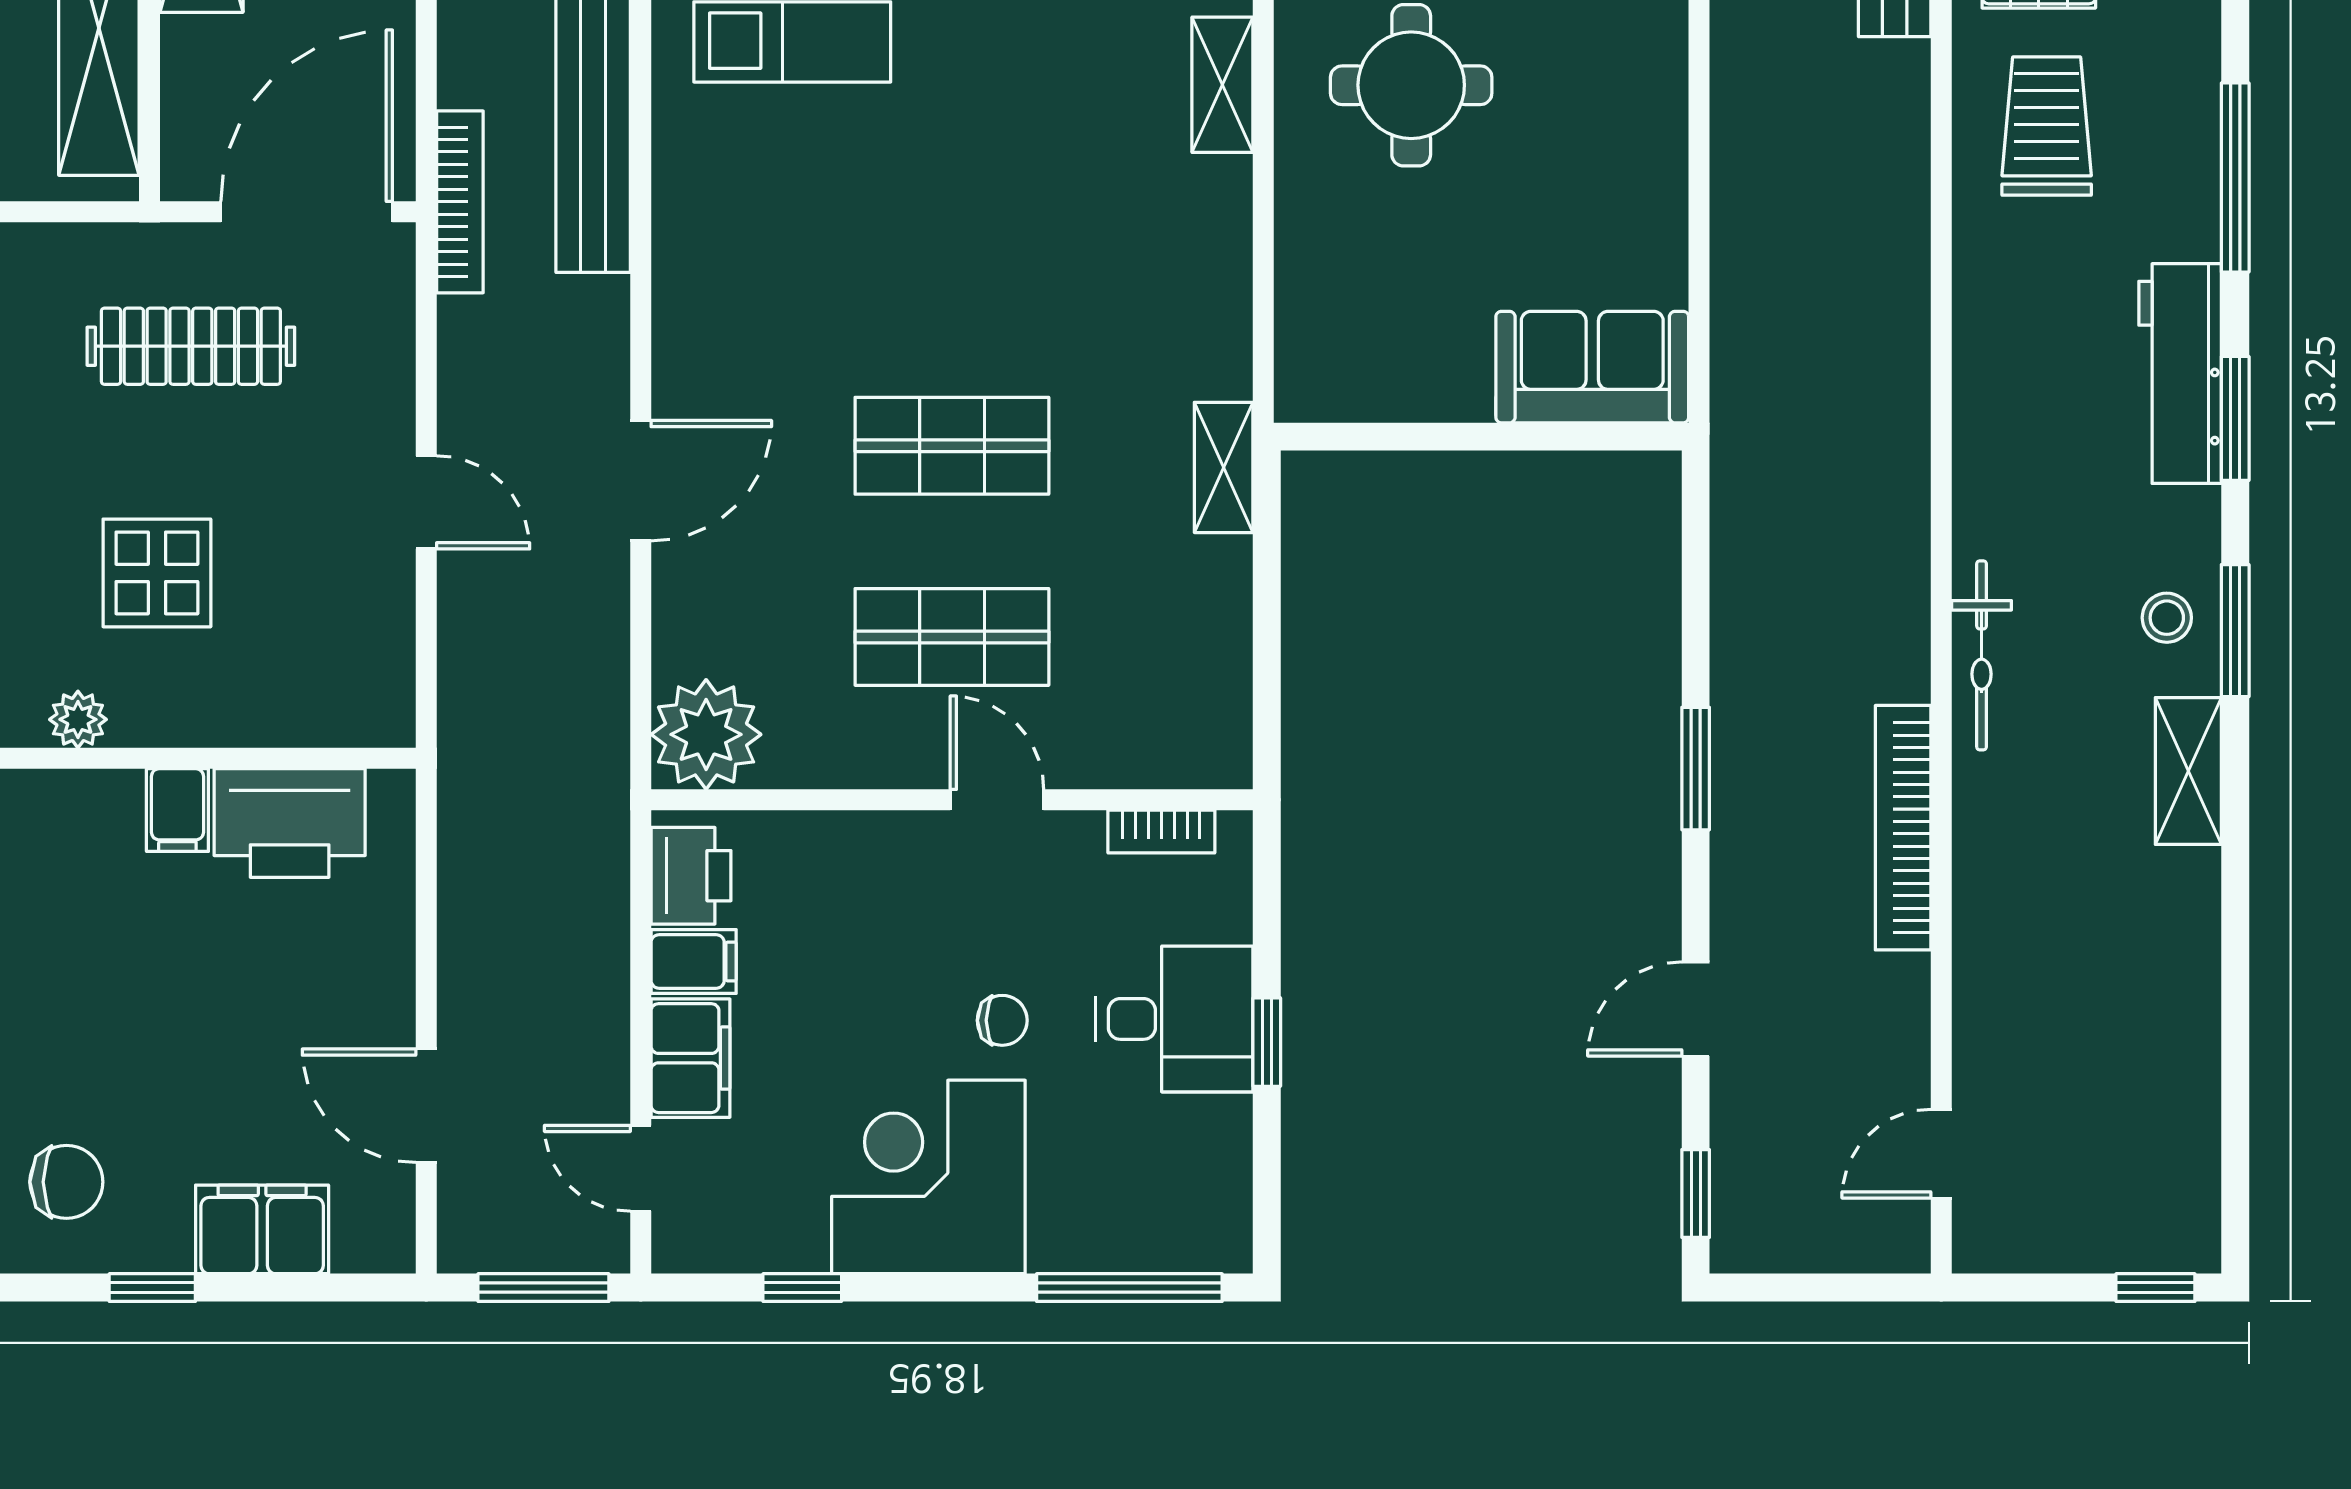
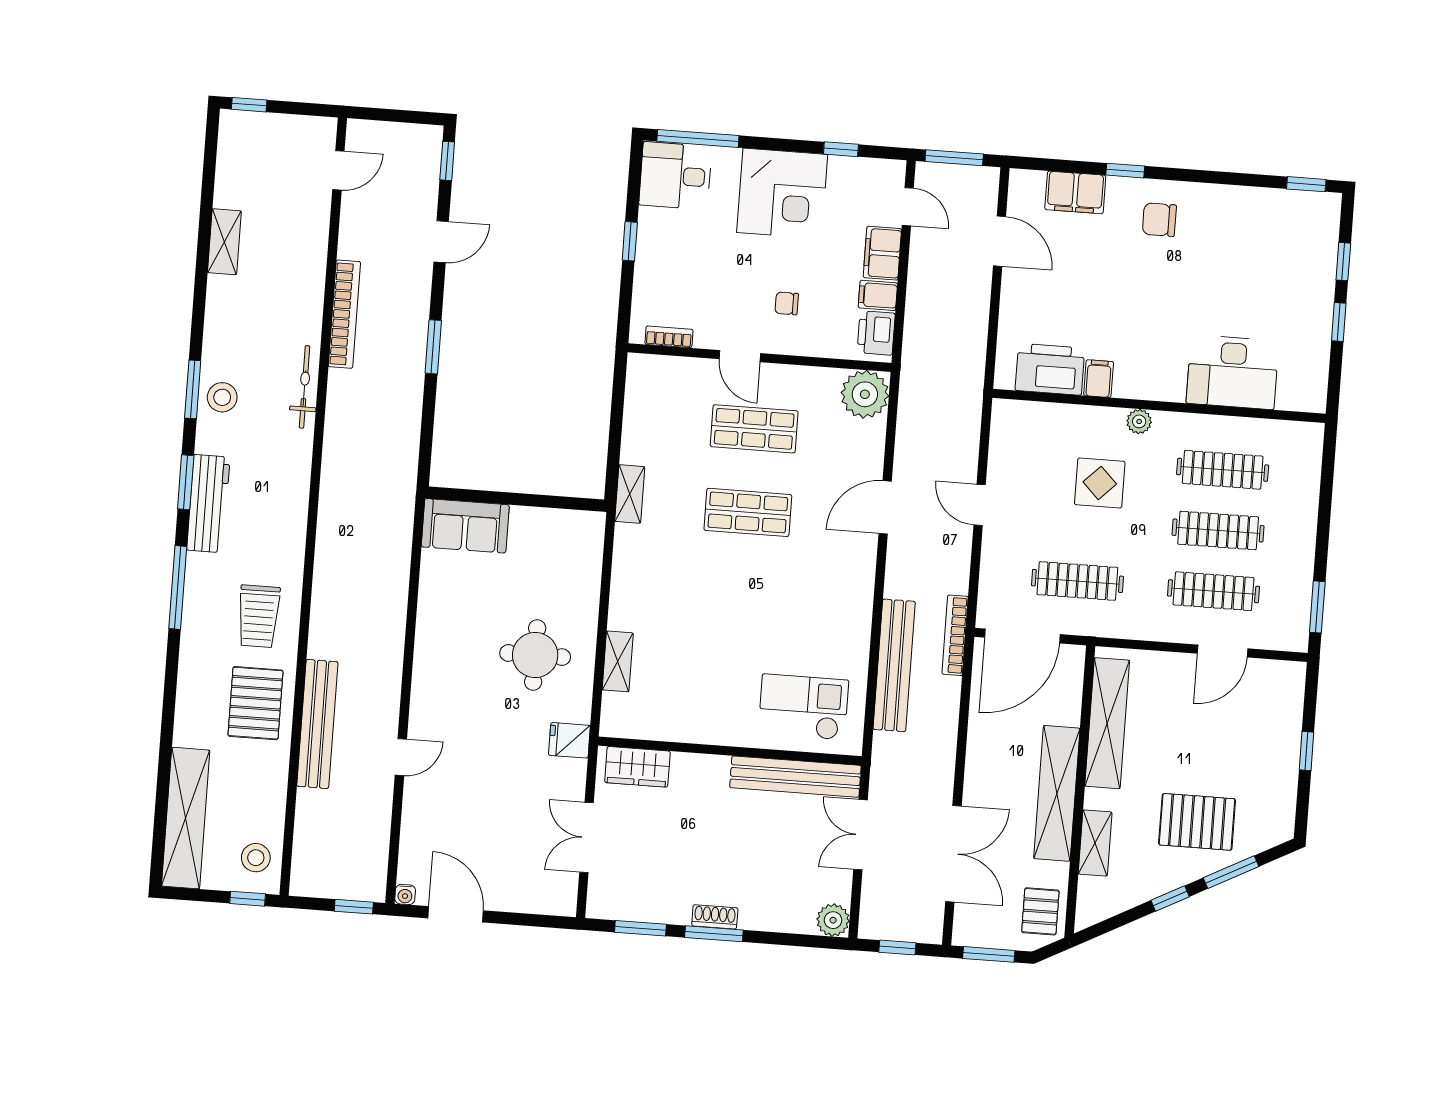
stool: (2167, 618) -> (222, 397), width x1.37, depth x1.37
shelving: (2188, 771) -> (224, 242), moved
desk: (1174, 1019) -> (675, 176), moved
chair: (1002, 1020) -> (787, 303), moved

